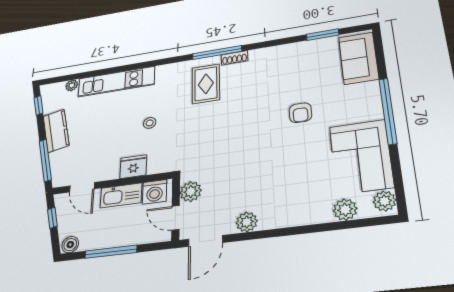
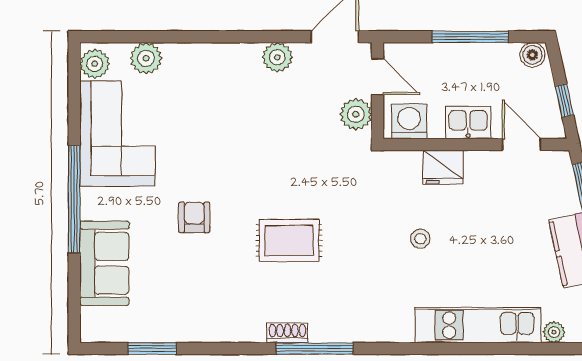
sofa: (359, 58) -> (104, 263), moved
rug: (206, 84) -> (289, 240), moved, turned 90
kitchen sink: (121, 195) -> (468, 123), width x0.73

